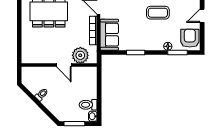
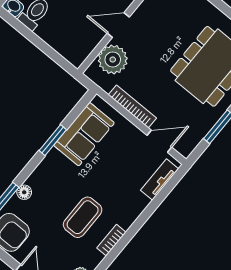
sofa: (109, 35) -> (84, 134), moved, turned -90

